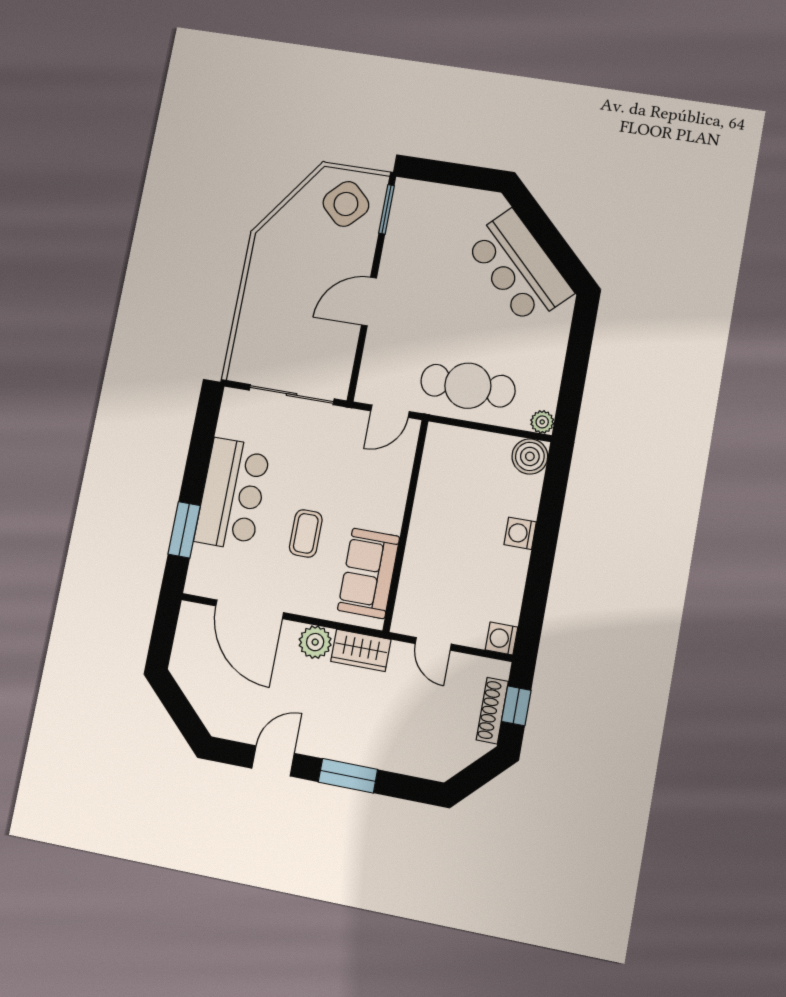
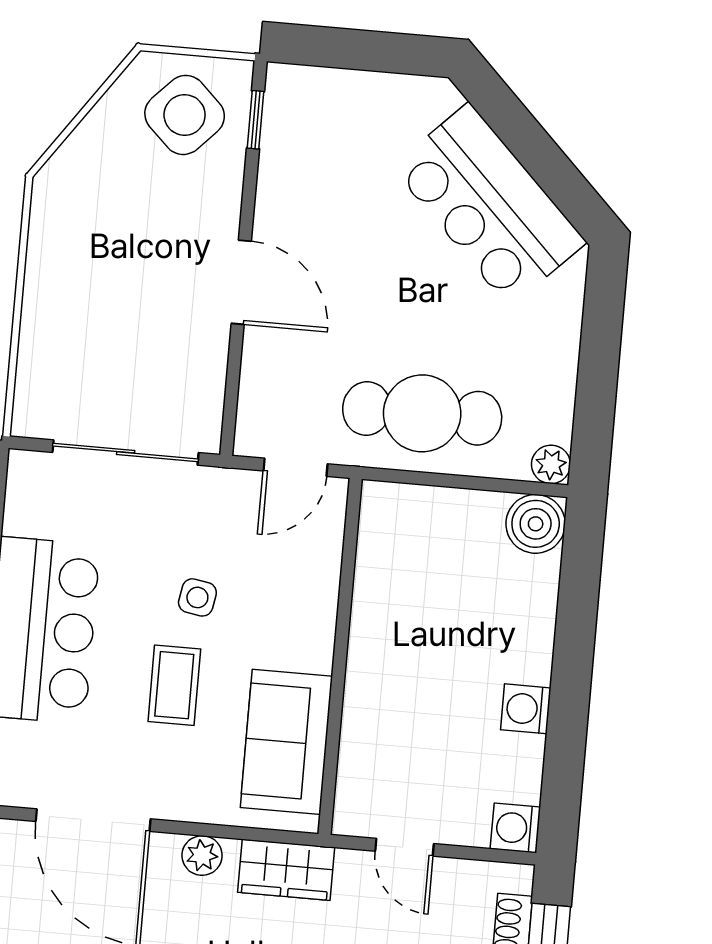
window: (387, 209) -> (255, 120), width x0.67
door: (369, 301) -> (241, 282), swing flipped
side table: (325, 483) -> (197, 597), added
washing machine: (520, 533) -> (526, 709), moved
plant: (315, 642) -> (202, 855), width x0.73, depth x0.73

